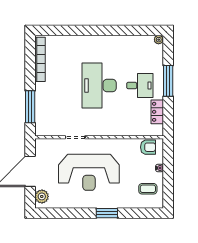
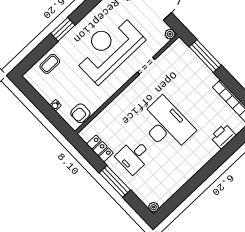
printer: (69, 43) -> (223, 136), added
plant: (40, 143) -> (170, 34), added
coffee table: (148, 189) -> (50, 64), moved

